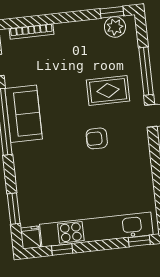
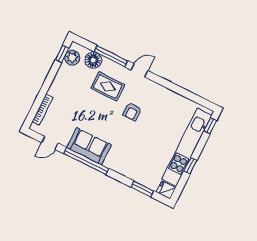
floor lamp: (128, 54) -> (93, 60), added
rug: (108, 90) -> (108, 86), turned 90
window: (62, 249) -> (190, 166), moved

